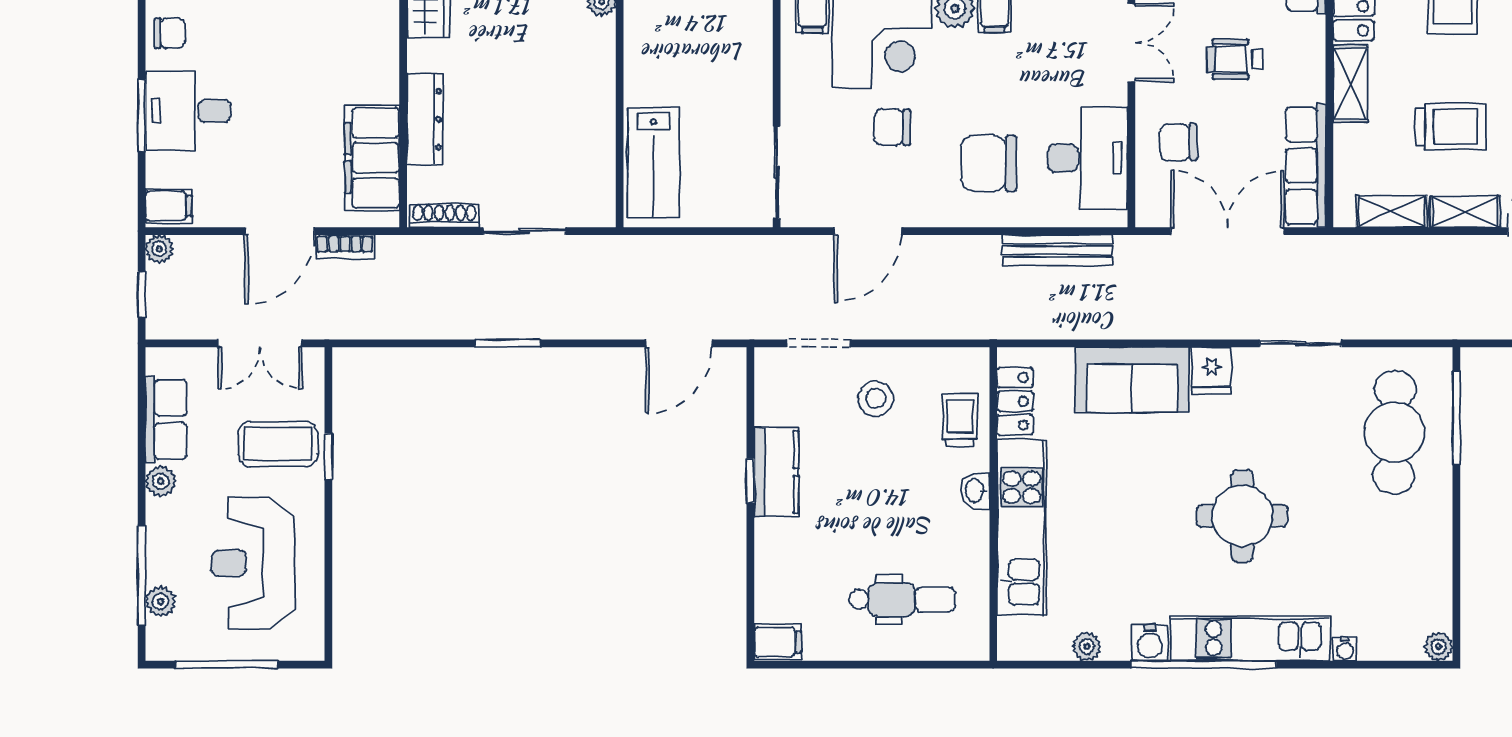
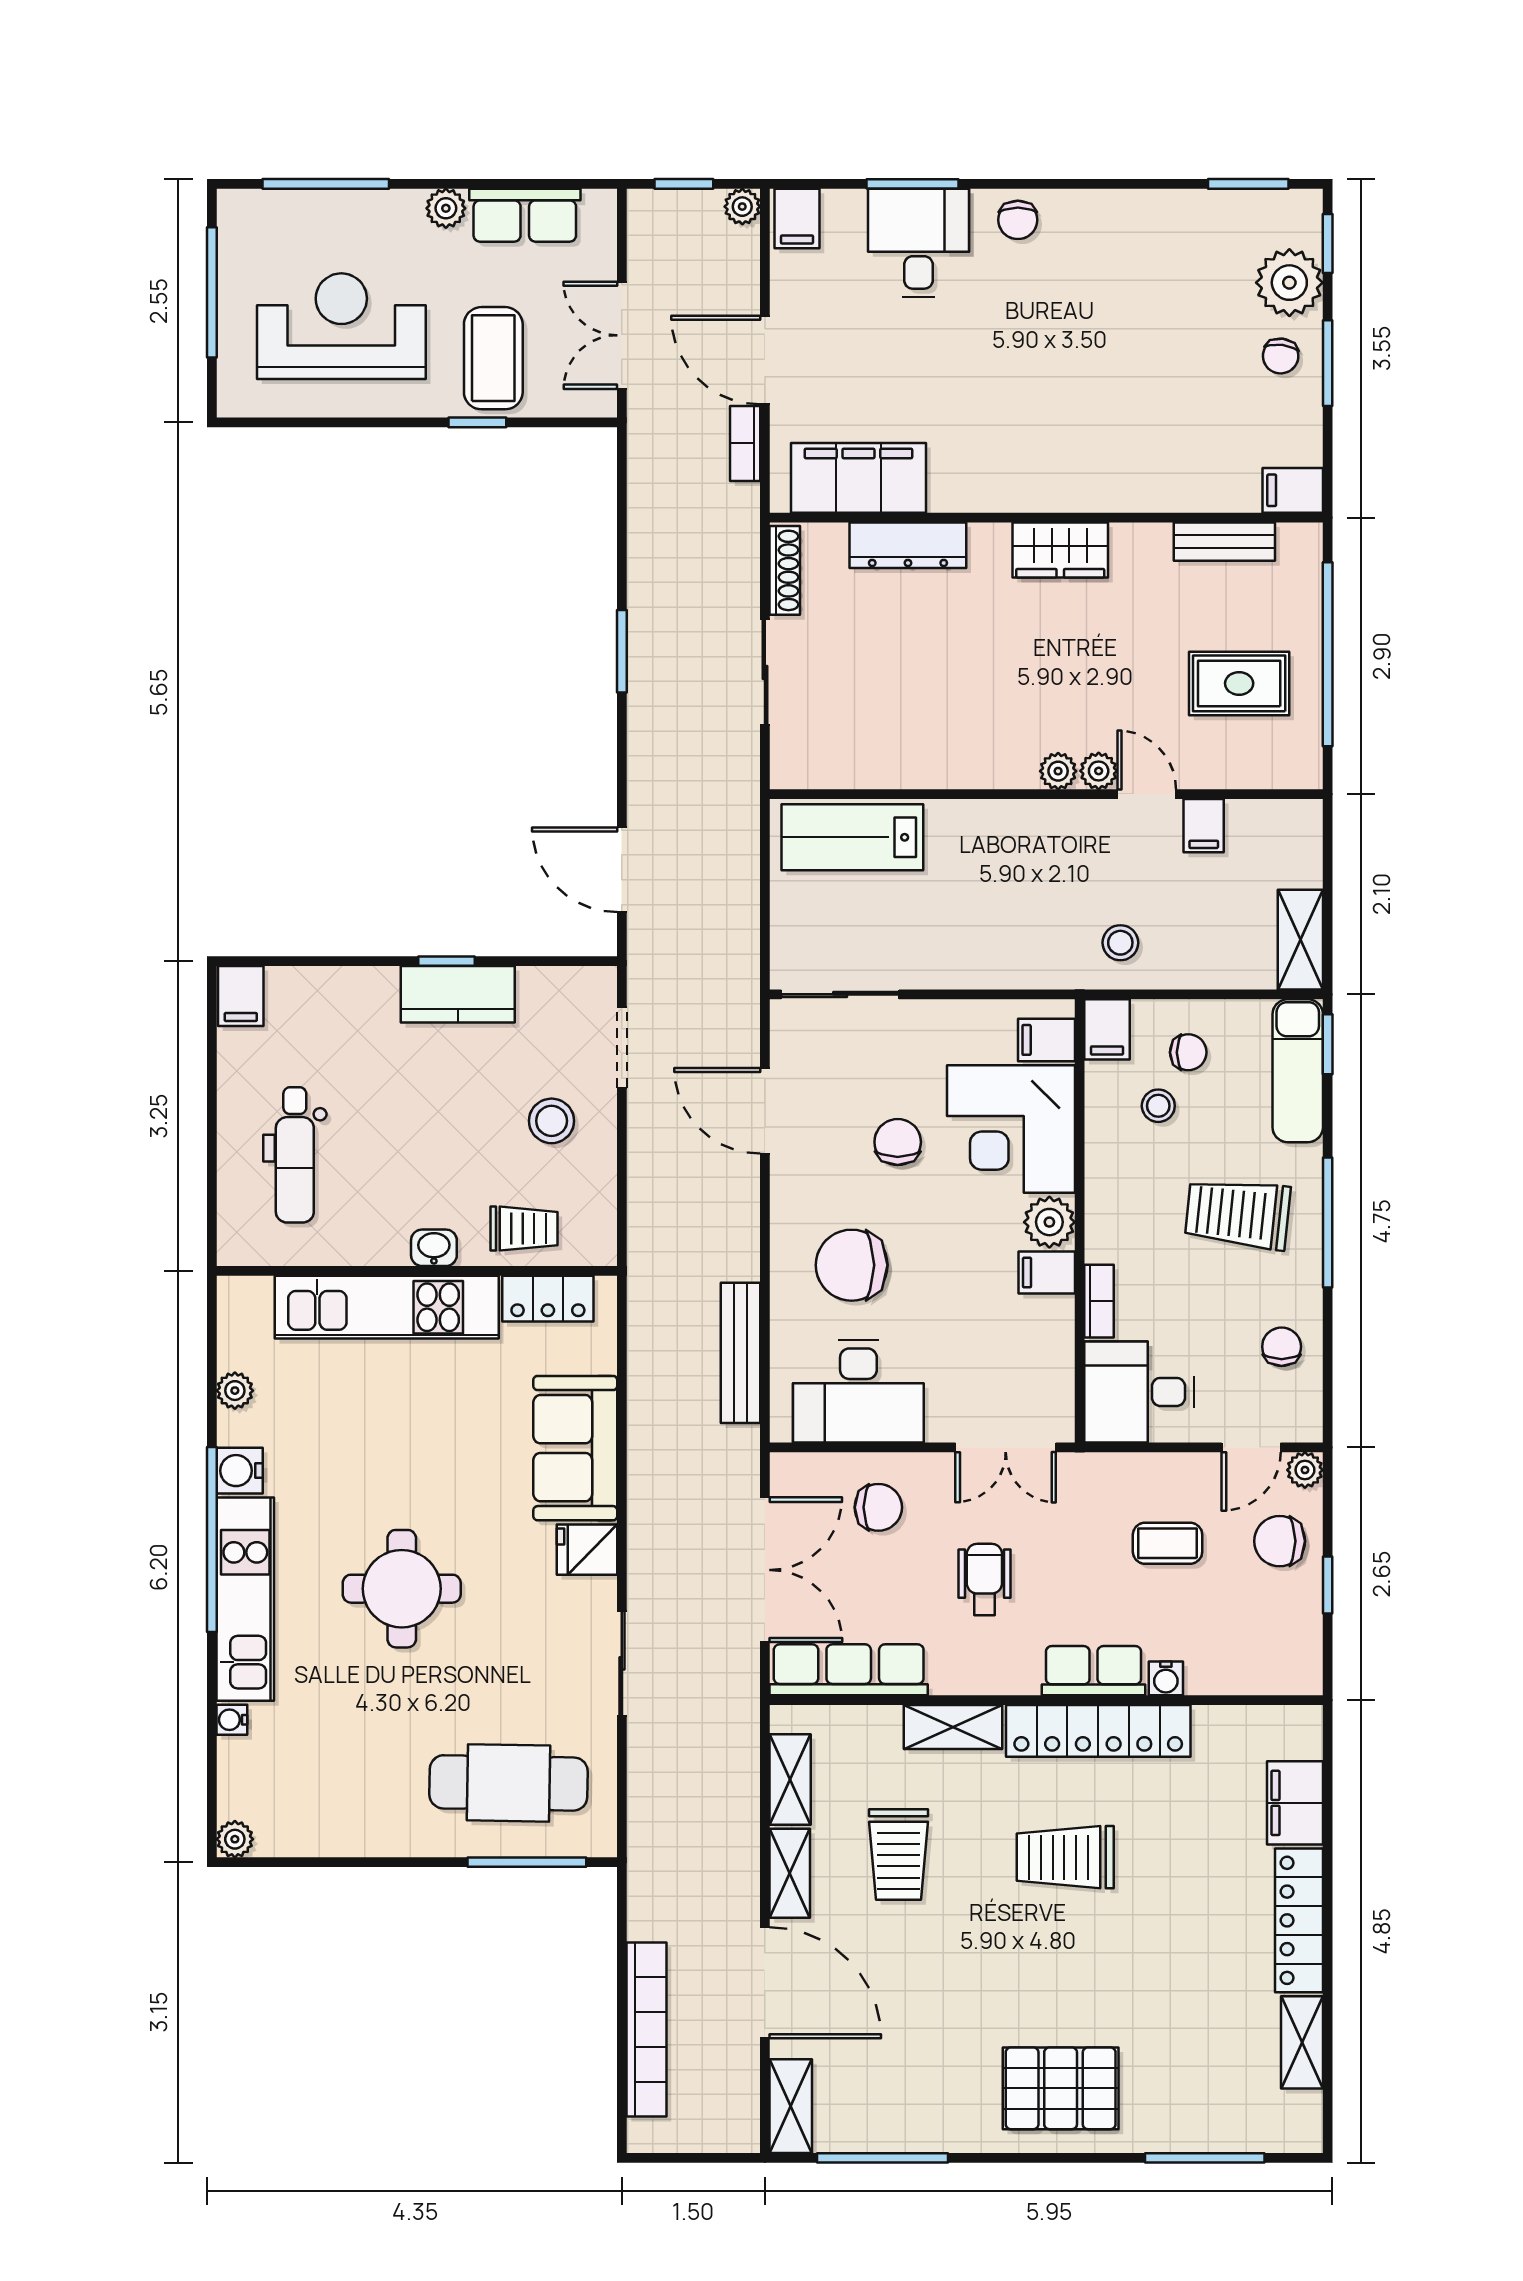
chair: (1178, 142) -> (878, 1507), turned 92
chair: (989, 163) -> (852, 1265), turned -90
plant: (161, 601) -> (292, 208), removed

